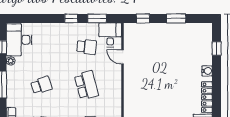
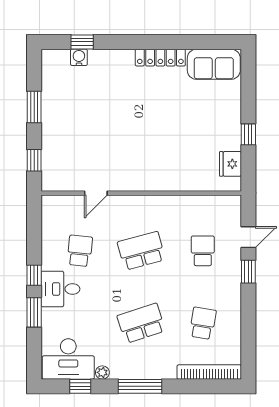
window: (97, 18) -> (34, 312), moved
desk: (110, 35) -> (60, 289), moved
water cooler: (207, 71) -> (79, 57), moved
school desk: (41, 85) -> (141, 323), width x1.85

